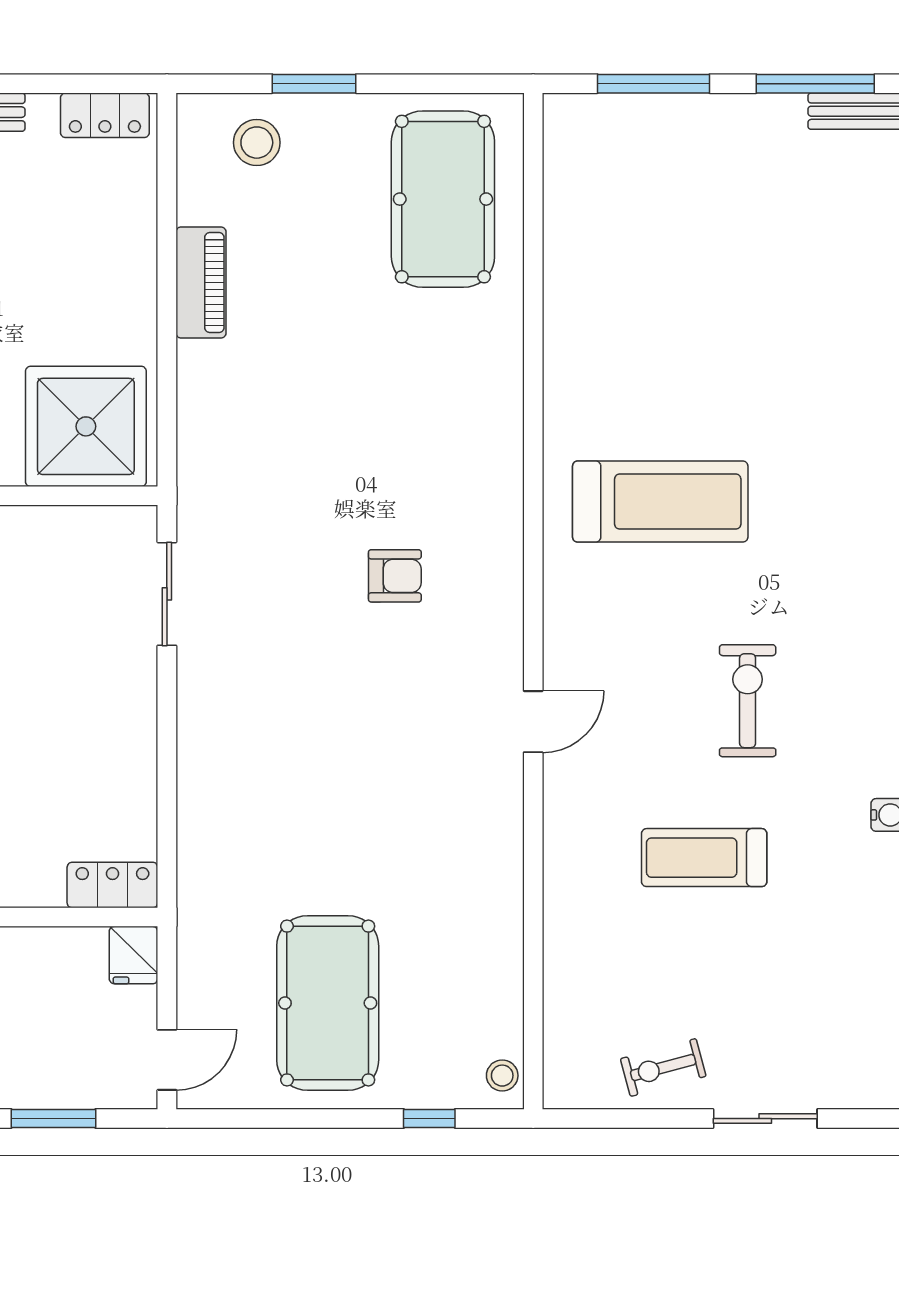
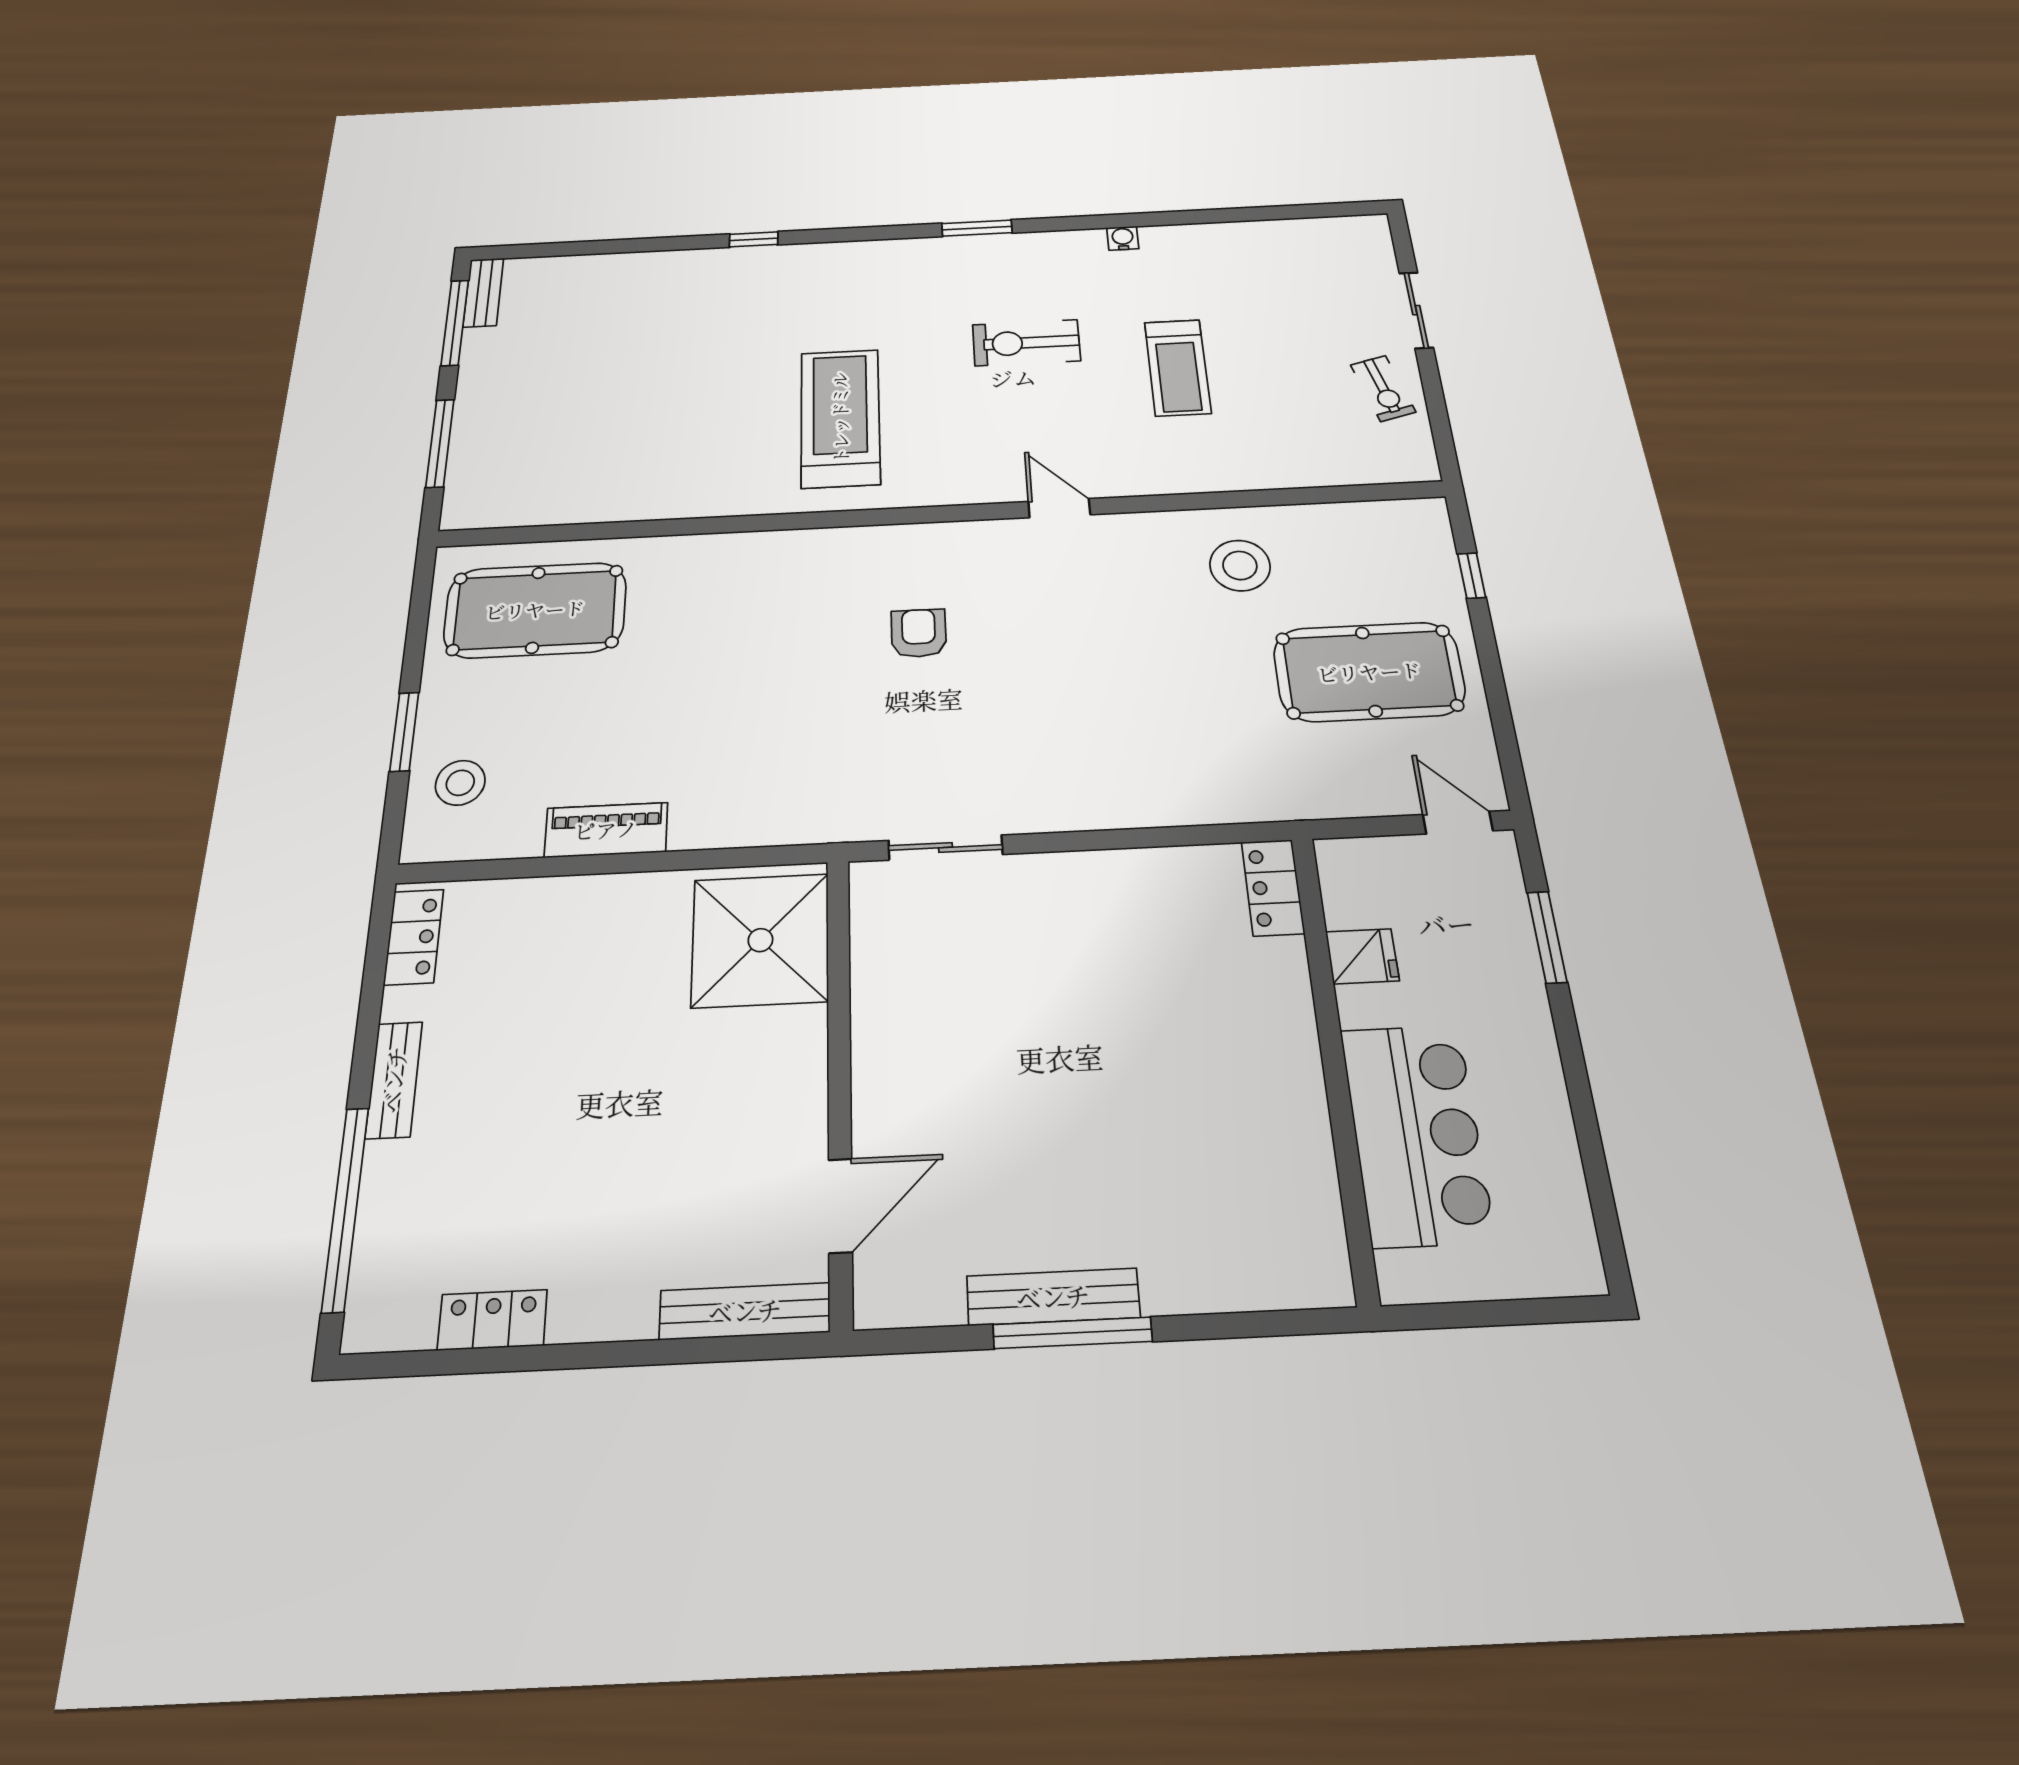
fridge: (134, 955) -> (1362, 956), moved
stool: (502, 1076) -> (1240, 565), moved, width x1.89, depth x1.89

